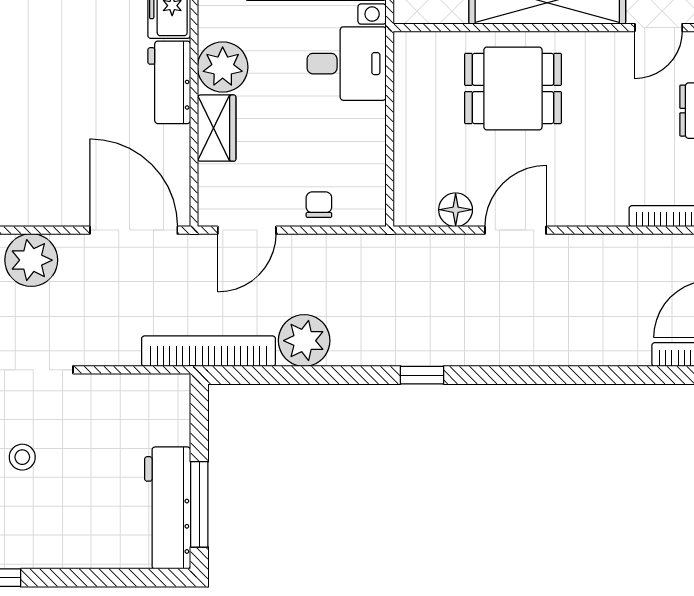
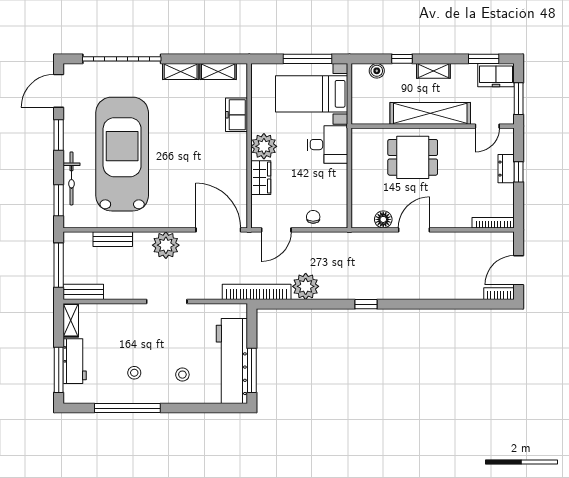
workbench: (169, 82) -> (236, 154), removed
stool: (22, 457) -> (182, 375), moved
workbench: (168, 508) -> (232, 361), width x1.36, depth x1.32

